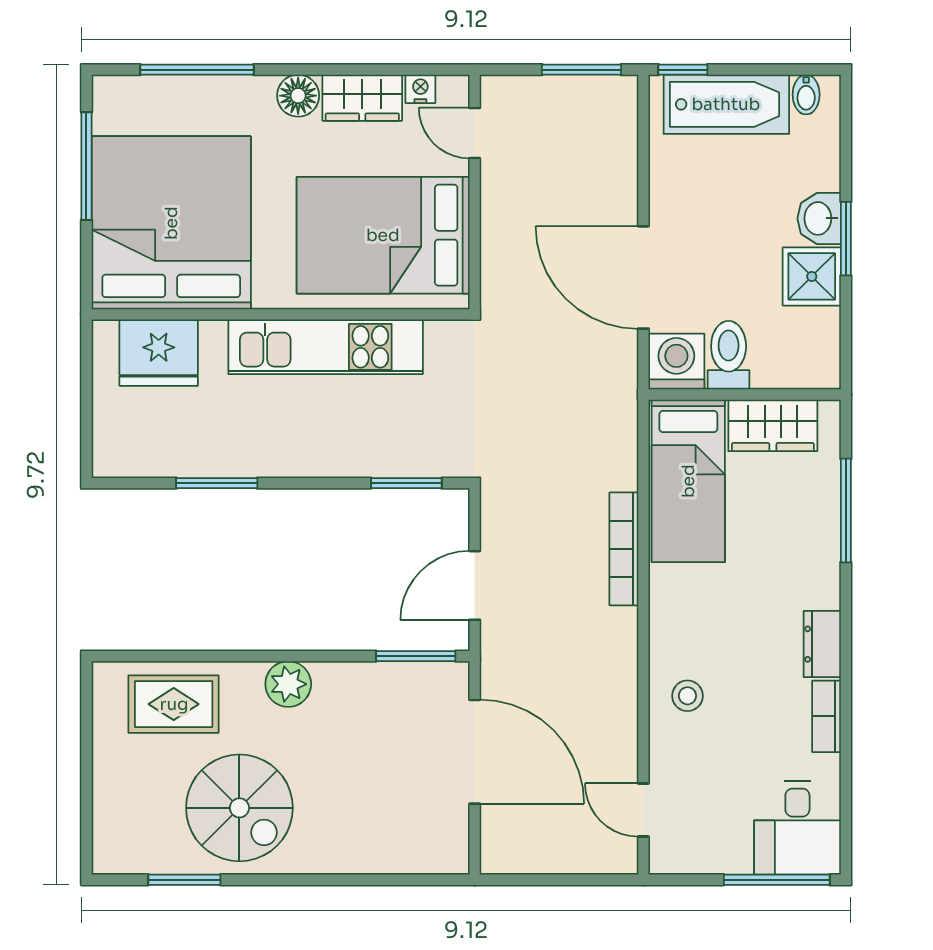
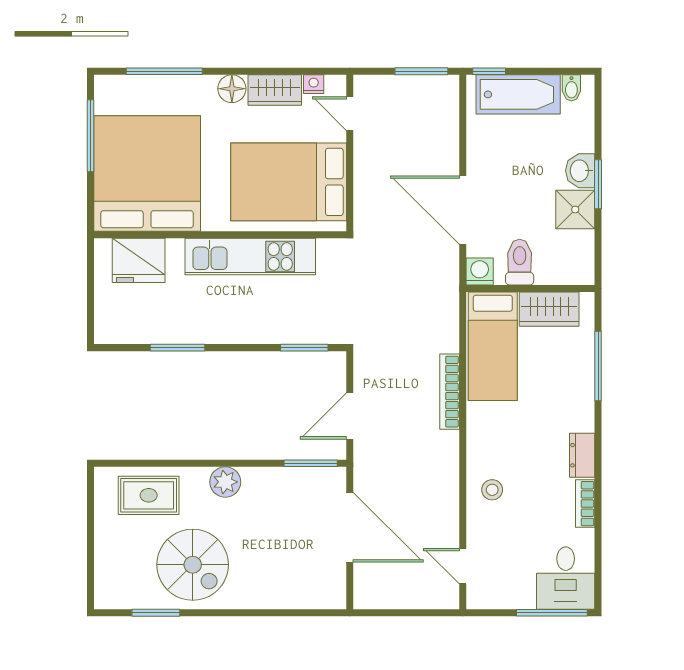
washing machine: (676, 361) -> (480, 271), width x0.73, depth x0.73

